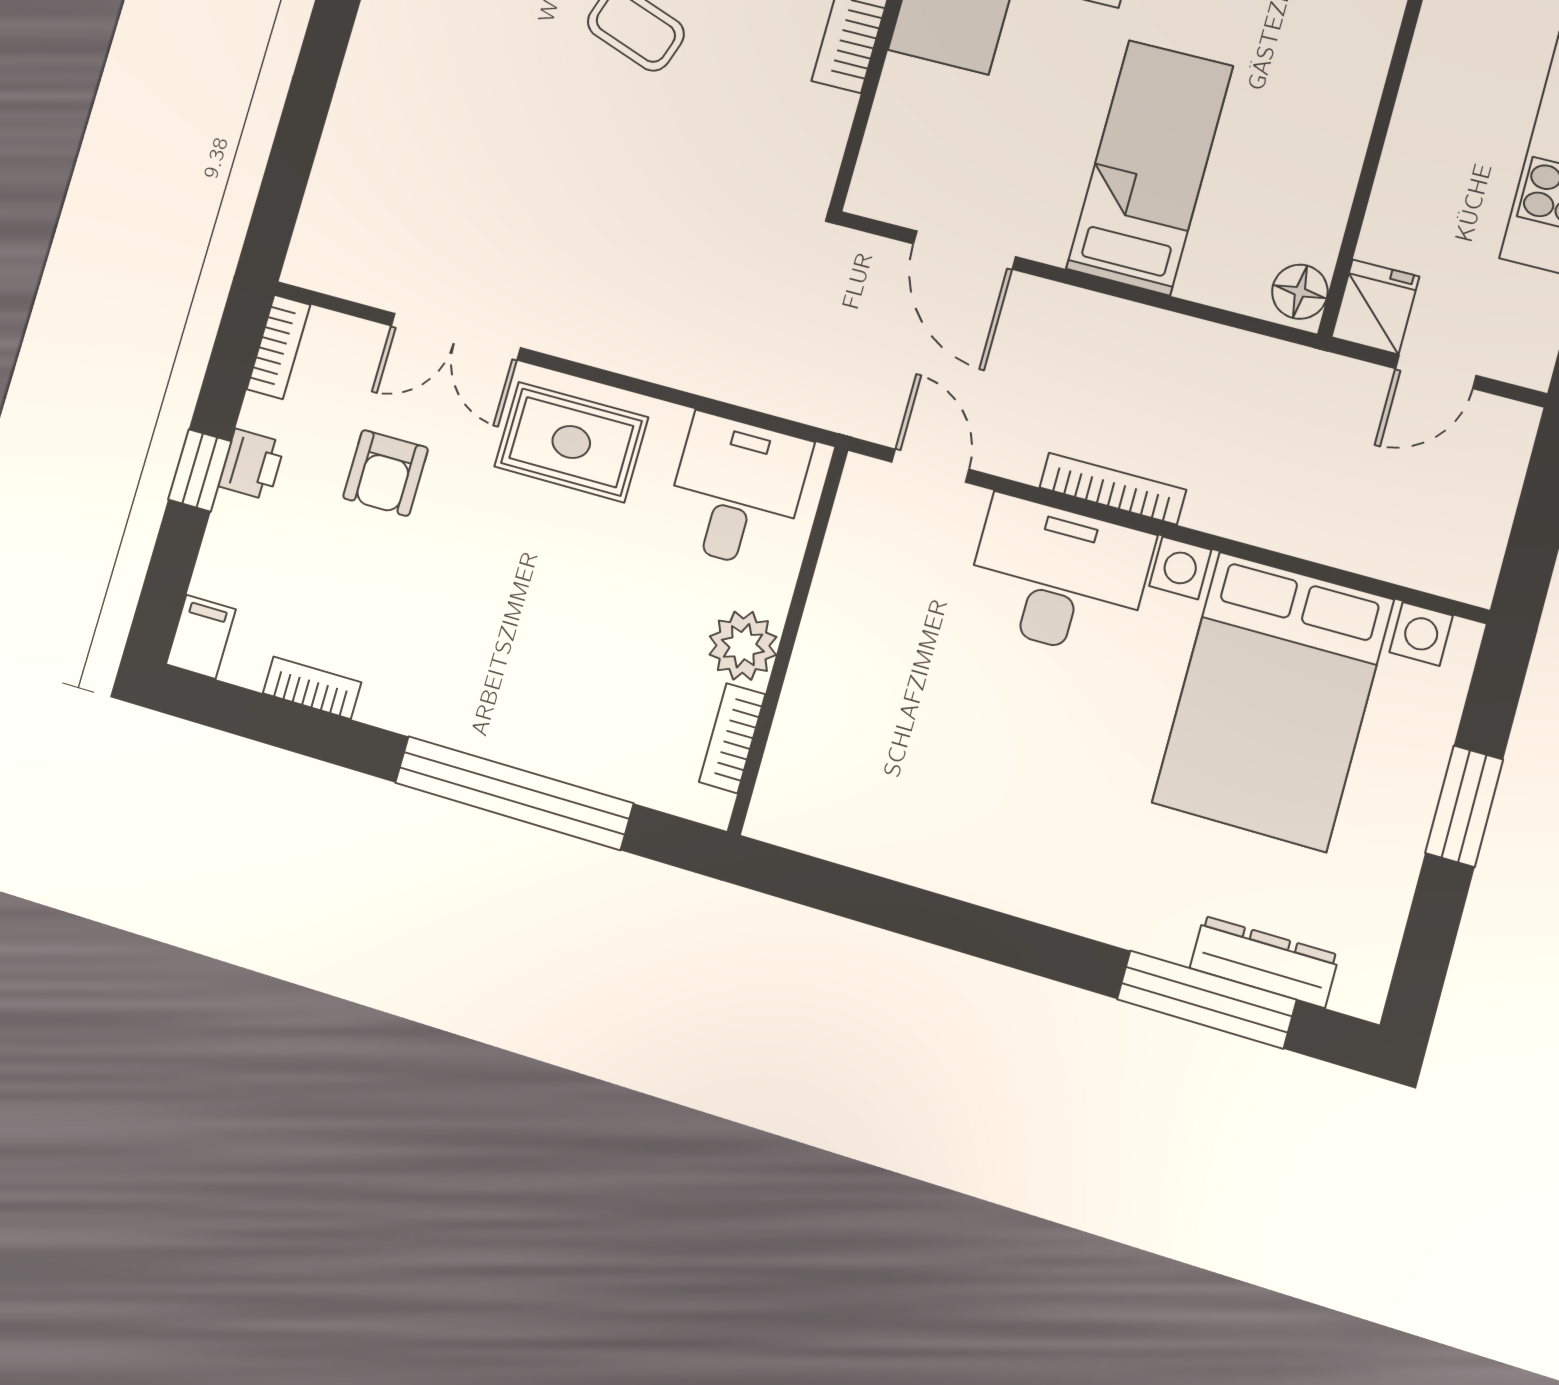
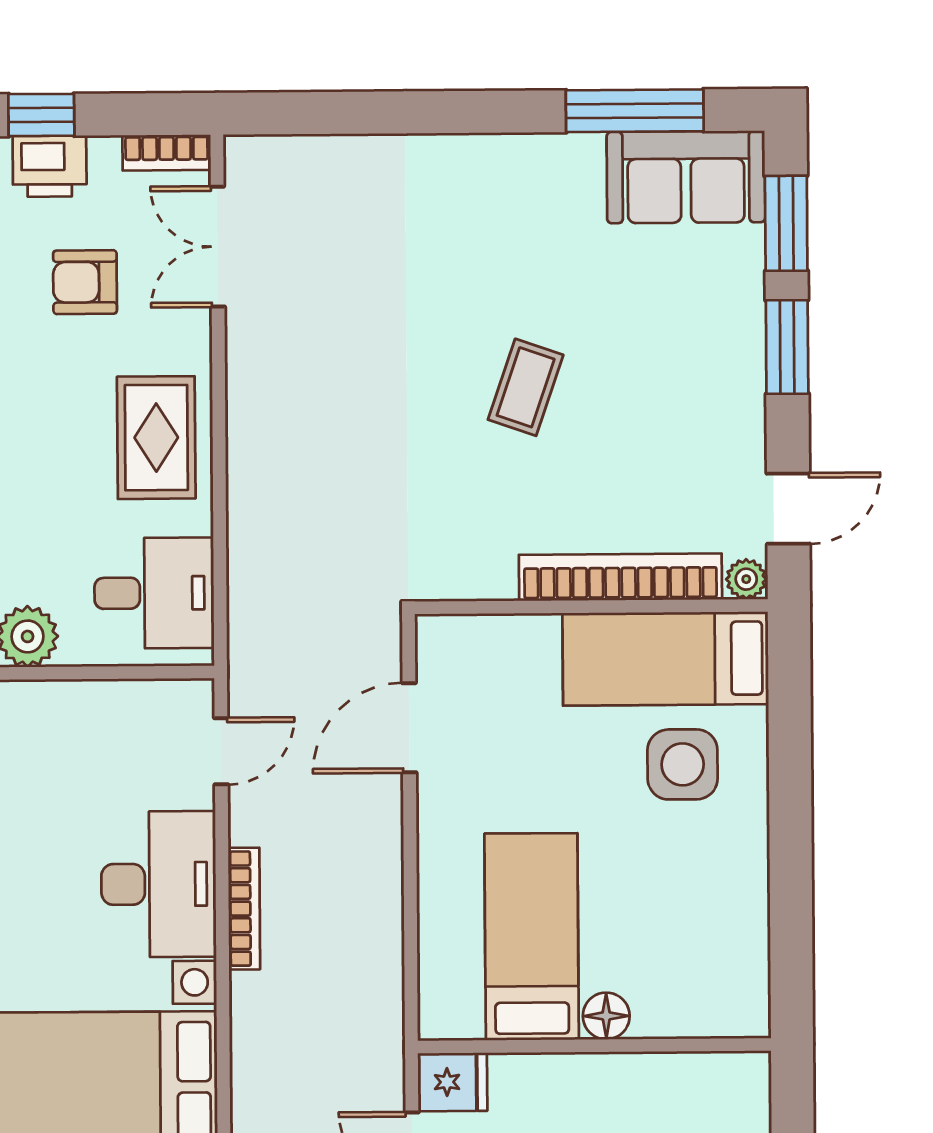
bed: (1149, 167) -> (532, 937), moved, turned -90
floor lamp: (1300, 292) -> (606, 1016), moved
double door: (456, 337) -> (218, 247), moved
printer: (252, 464) -> (50, 166), width x1.36, depth x1.24

